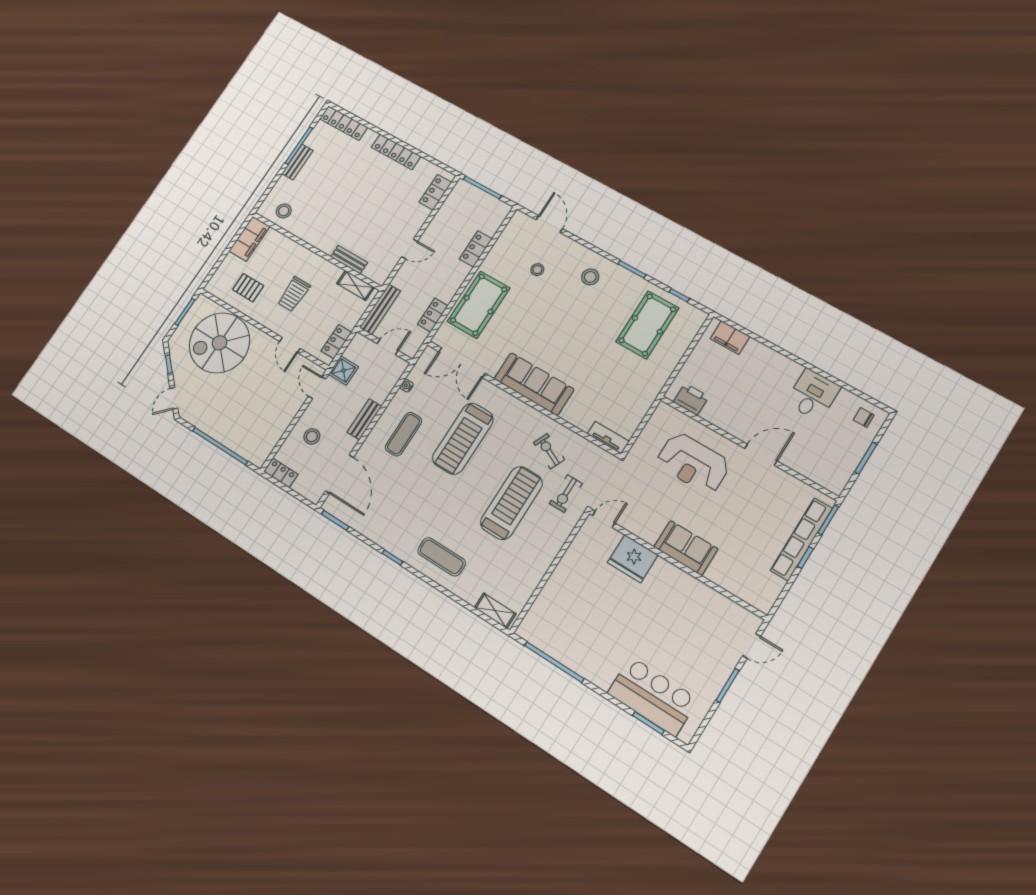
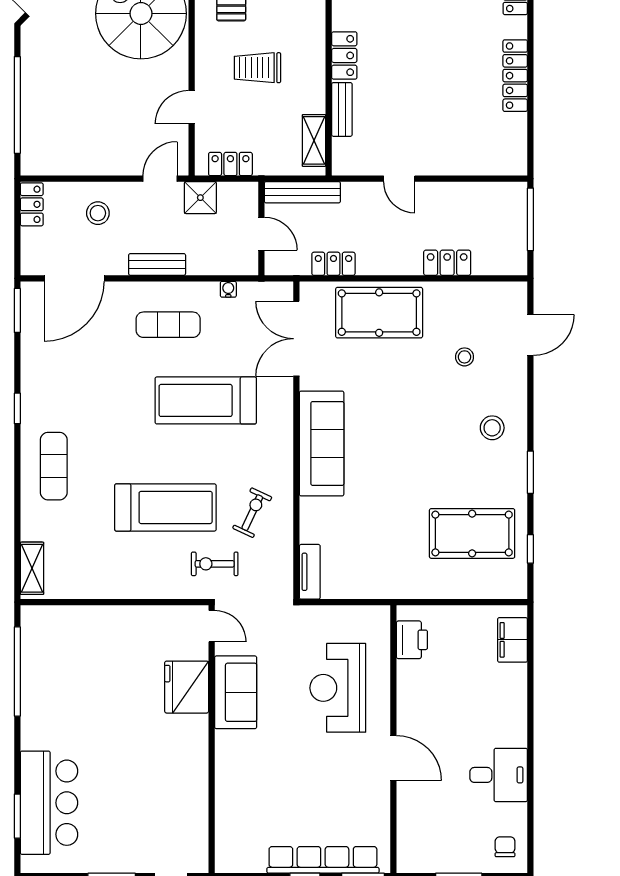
locker: (435, 192) -> (344, 55), moved, turned 90
sofa: (686, 548) -> (236, 692), moved

